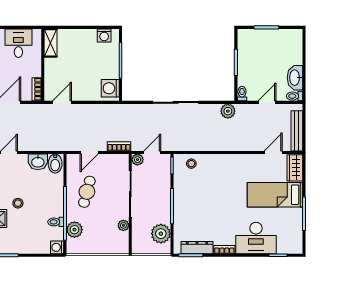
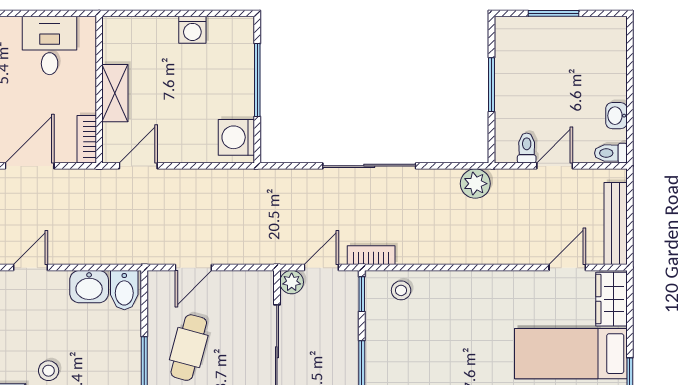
washing machine: (104, 35) -> (192, 30), moved
shelving: (51, 43) -> (115, 93), moved
washbasin: (295, 78) -> (616, 116), width x0.52, depth x0.69
toilet: (242, 94) -> (527, 148), moved
bookcase: (119, 146) -> (371, 255), moved

